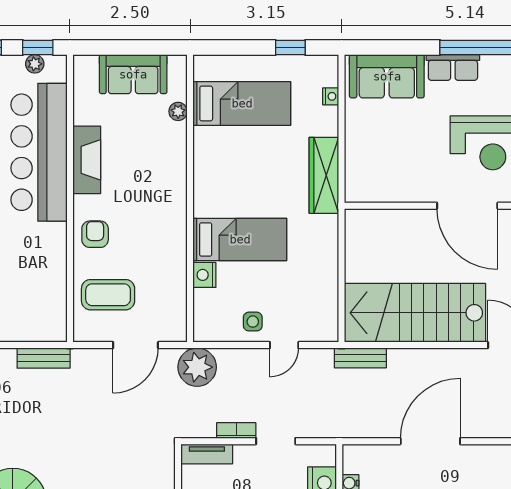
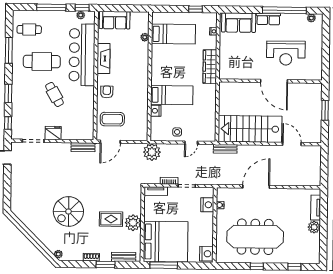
sofa: (133, 74) -> (115, 20), moved
door: (136, 345) -> (110, 142), moved

